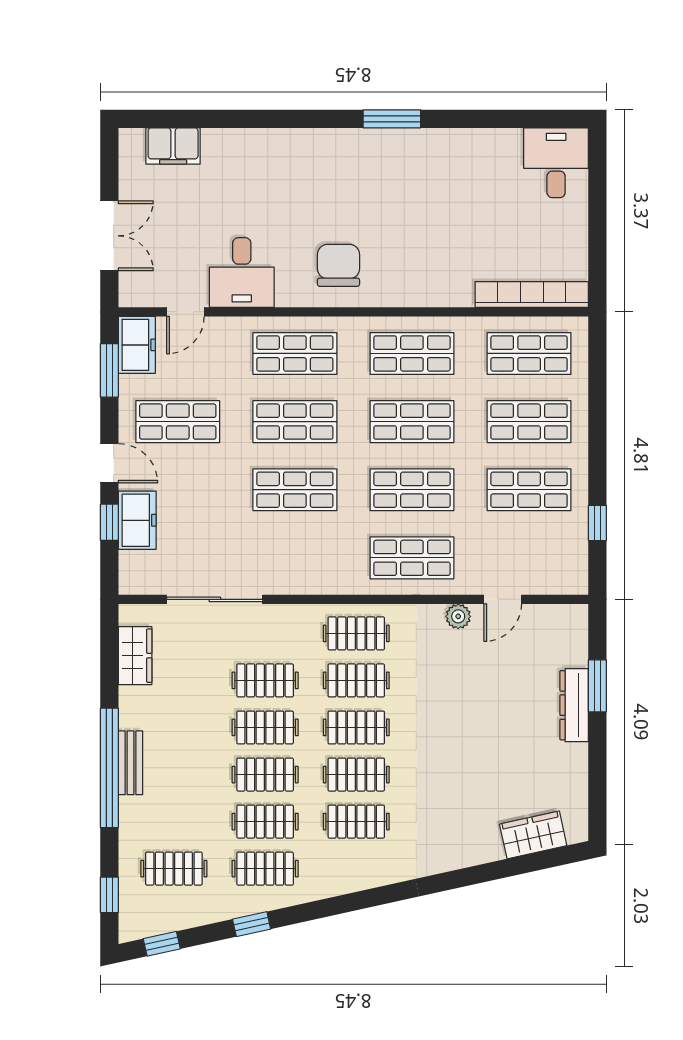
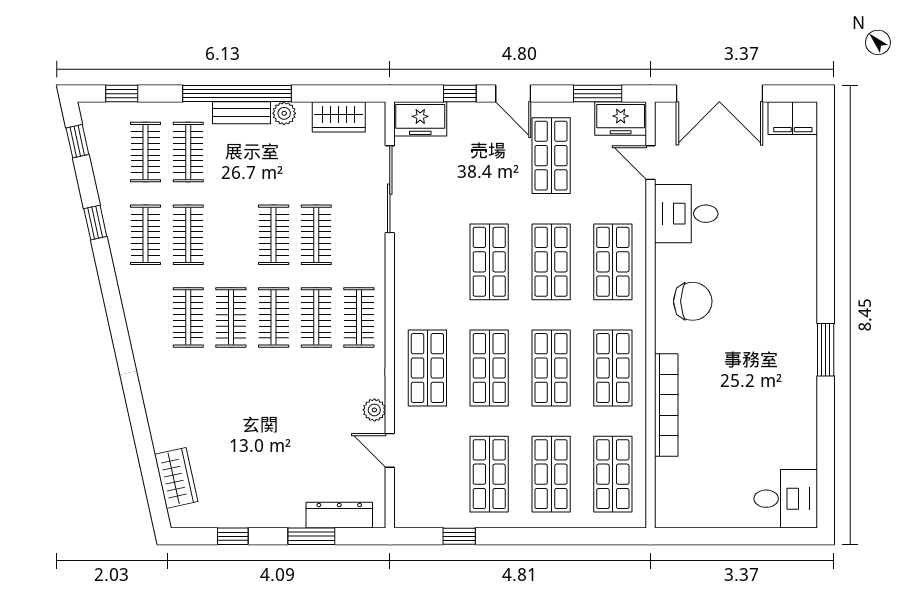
filing cabinet: (173, 146) -> (793, 118), moved, turned -90
double door: (109, 236) -> (719, 94), width x1.37
bookcase: (532, 295) -> (666, 405), moved
door: (109, 463) -> (513, 94), hinge flipped
freezer: (137, 520) -> (420, 119), moved
dresser: (574, 705) -> (339, 515), moved
plant: (131, 716) -> (284, 113), added
window: (597, 772) -> (233, 536), added
clothes rail: (265, 775) -> (188, 152), moved

